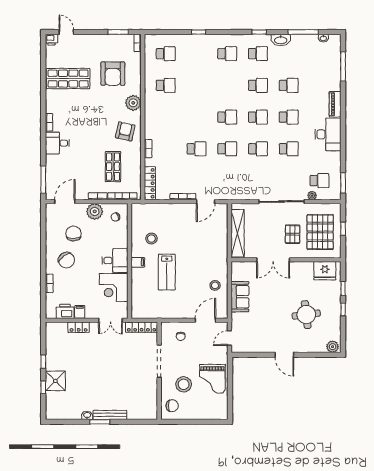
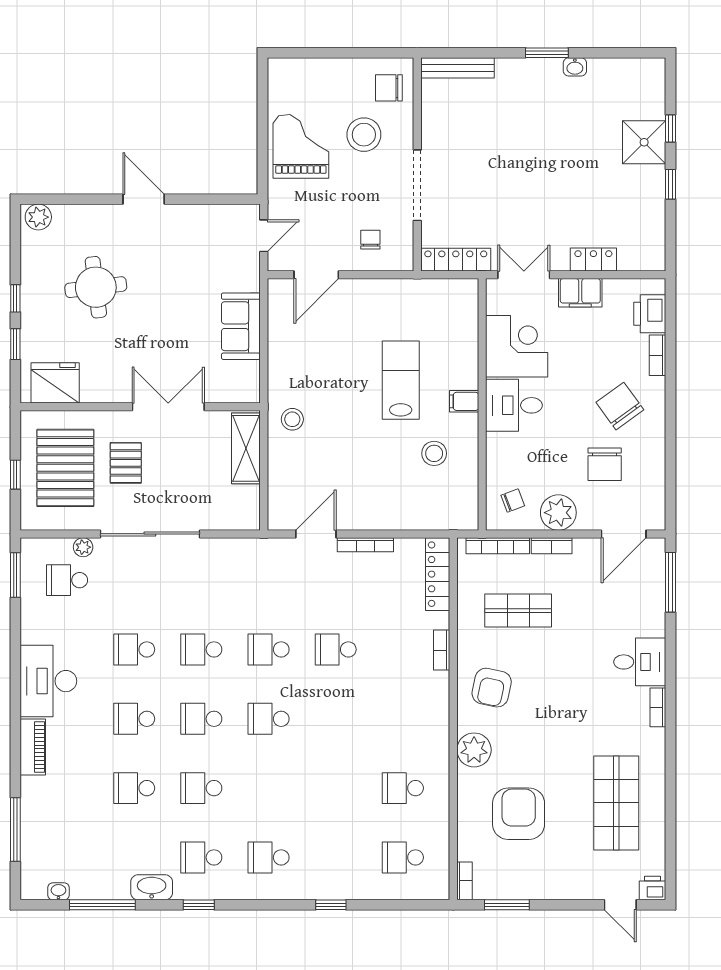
shop shelf: (68, 79) -> (616, 803), turned 90
shop shelf: (113, 167) -> (518, 611), turned 90
shelving: (238, 233) -> (246, 448), width x0.68
stool: (215, 285) -> (292, 419), moved
printer: (65, 311) -> (650, 314), moved, turned 90
filing cabinet: (80, 312) -> (580, 293), width x2.00
bench: (110, 415) -> (458, 68), moved

